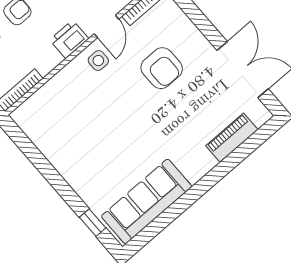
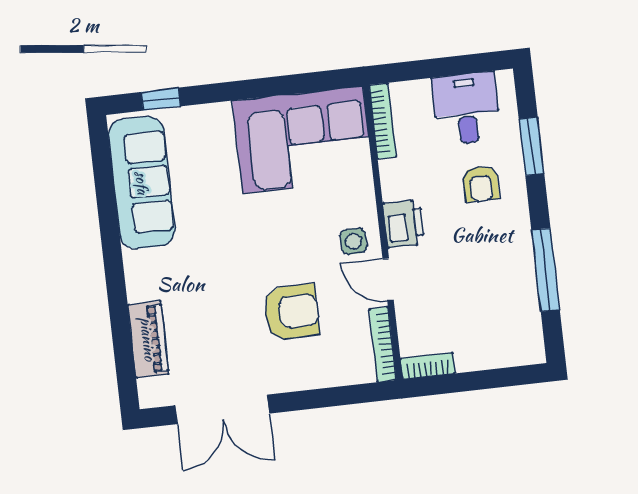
armchair: (162, 68) -> (291, 312), turned 180
corner sofa: (61, 128) -> (303, 140), added

